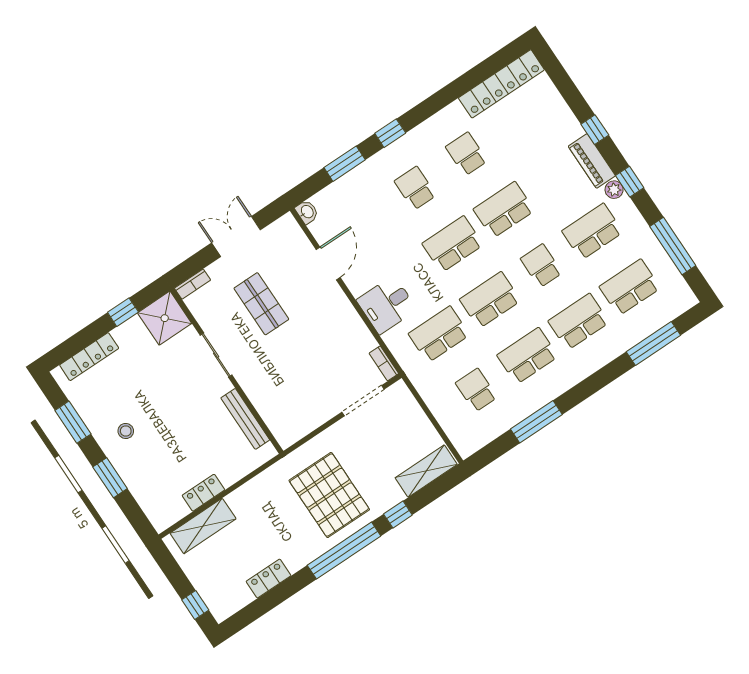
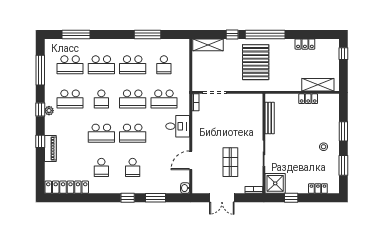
piano: (592, 161) -> (50, 149), moved
locker: (89, 357) -> (318, 188), width x0.66

